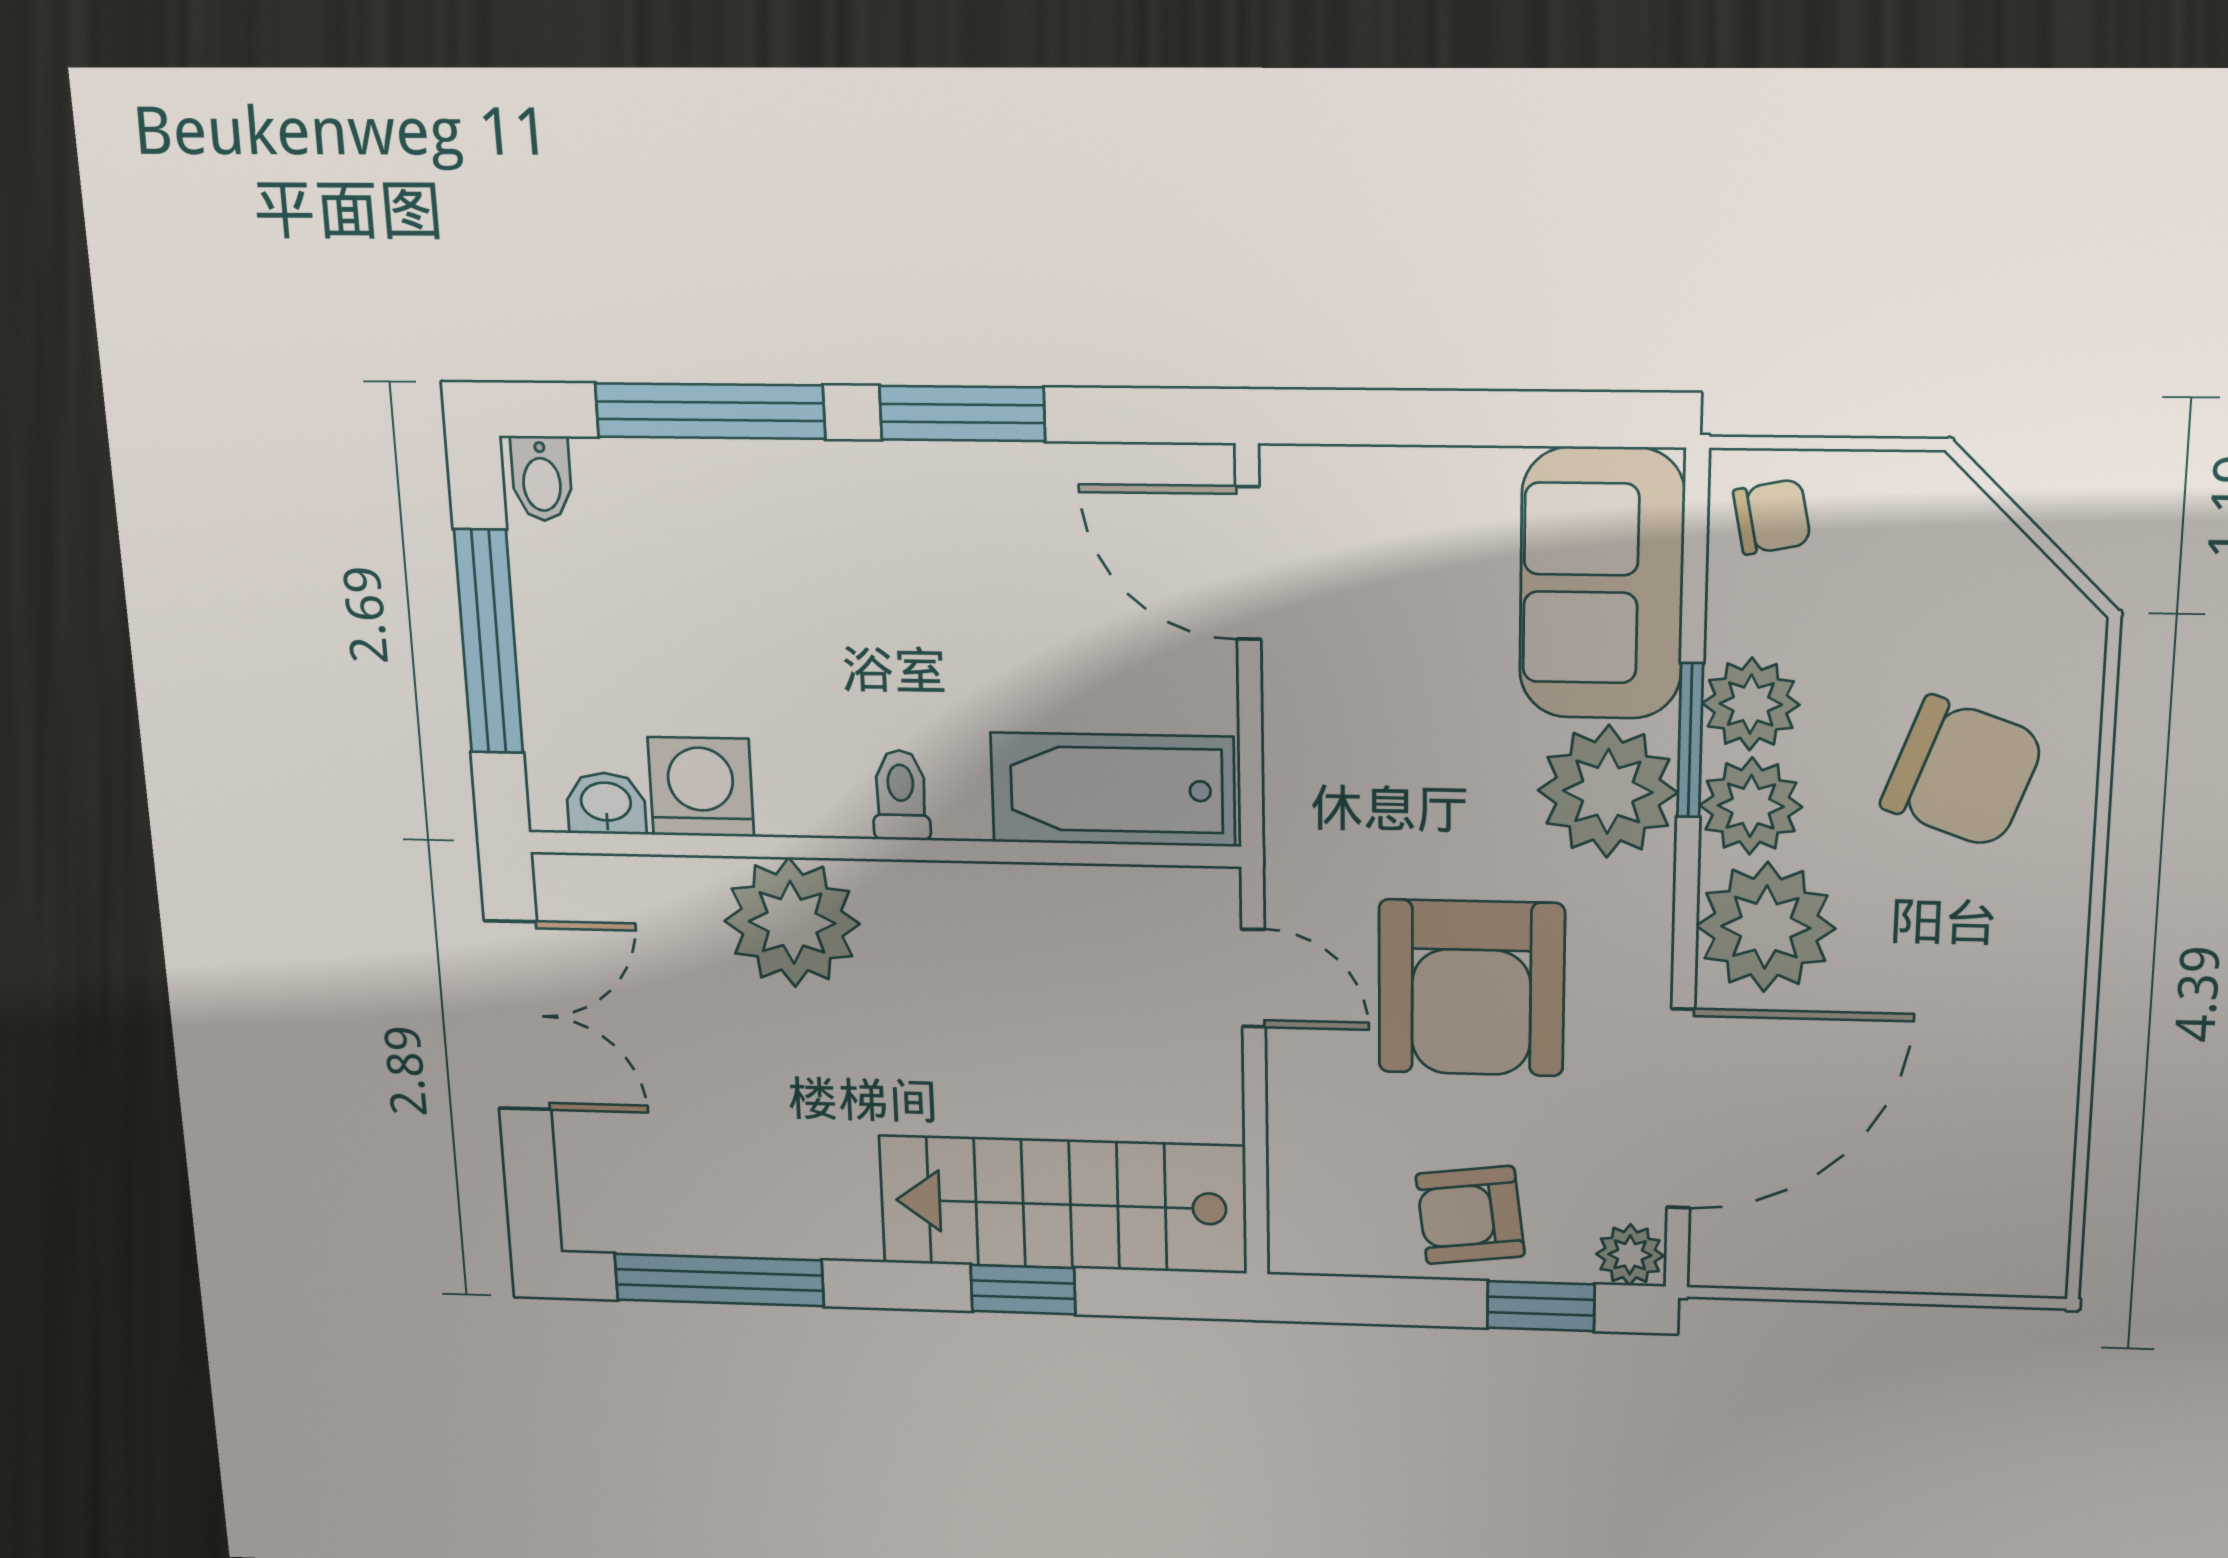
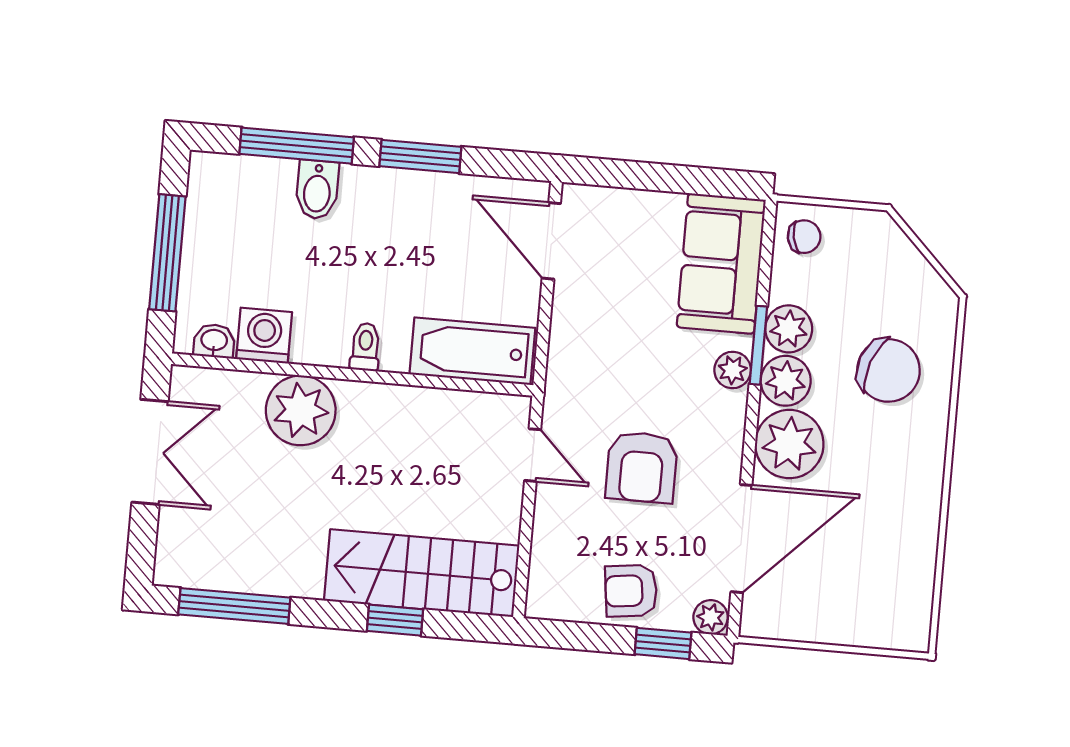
bidet: (542, 479) -> (317, 190), moved, width x1.38, depth x1.36
plant: (1608, 791) -> (733, 370), width x0.53, depth x0.53
armchair: (1471, 988) -> (642, 467), width x0.73, depth x0.73

